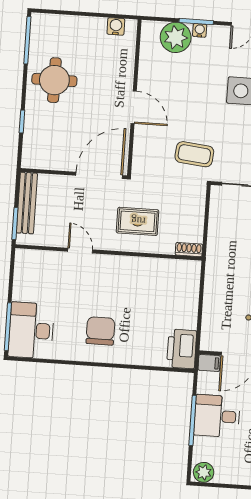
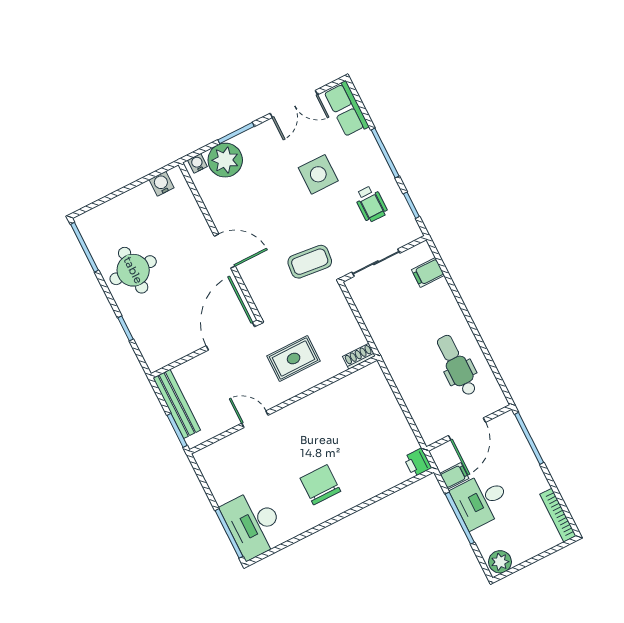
water cooler: (200, 30) -> (197, 163), moved
printer: (182, 349) -> (418, 462), width x0.53, depth x0.68
filing cabinet: (209, 363) -> (454, 476), moved

